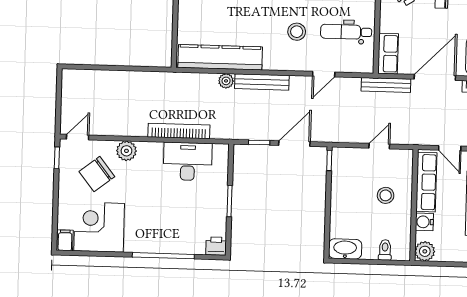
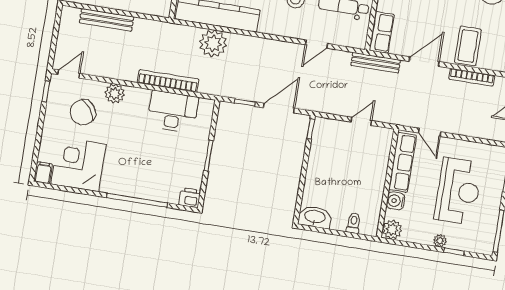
door: (435, 77) -> (424, 62), width x0.73
plant: (226, 81) -> (213, 44), width x1.87, depth x1.87
bench: (262, 82) -> (107, 20), moved
stool: (386, 195) -> (361, 170), removed

